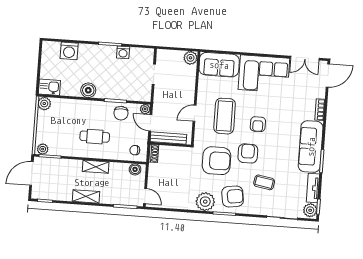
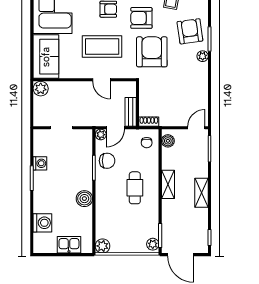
kitchen sink: (49, 87) -> (69, 245), moved, turned 90
bench: (168, 138) -> (131, 112), width x0.73
plant: (205, 202) -> (203, 56), width x0.53, depth x0.53

